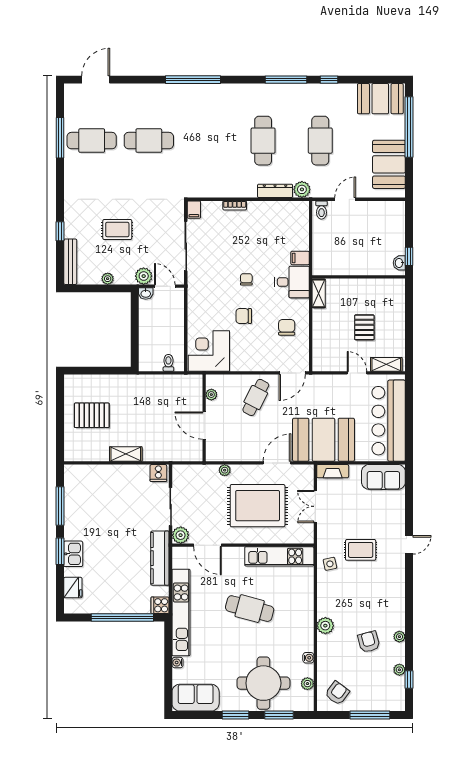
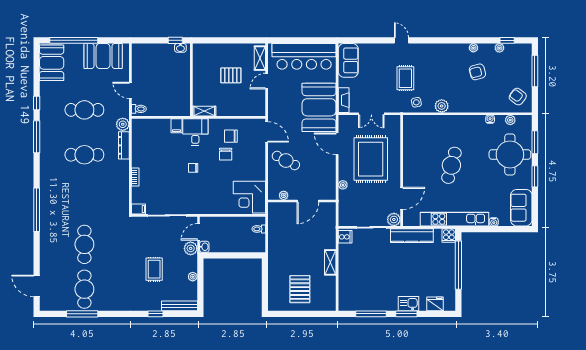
chair: (244, 316) -> (226, 154), moved
kitchen unit: (279, 556) -> (411, 142), removed
plant: (325, 626) -> (442, 106), moved

